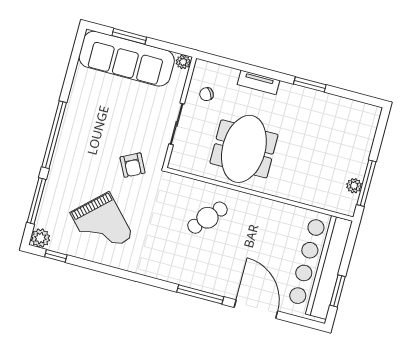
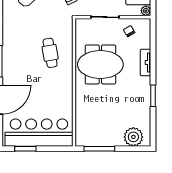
plant: (354, 186) -> (133, 137), moved, width x1.87, depth x1.87
cafe table: (207, 218) -> (50, 53), turned 39

